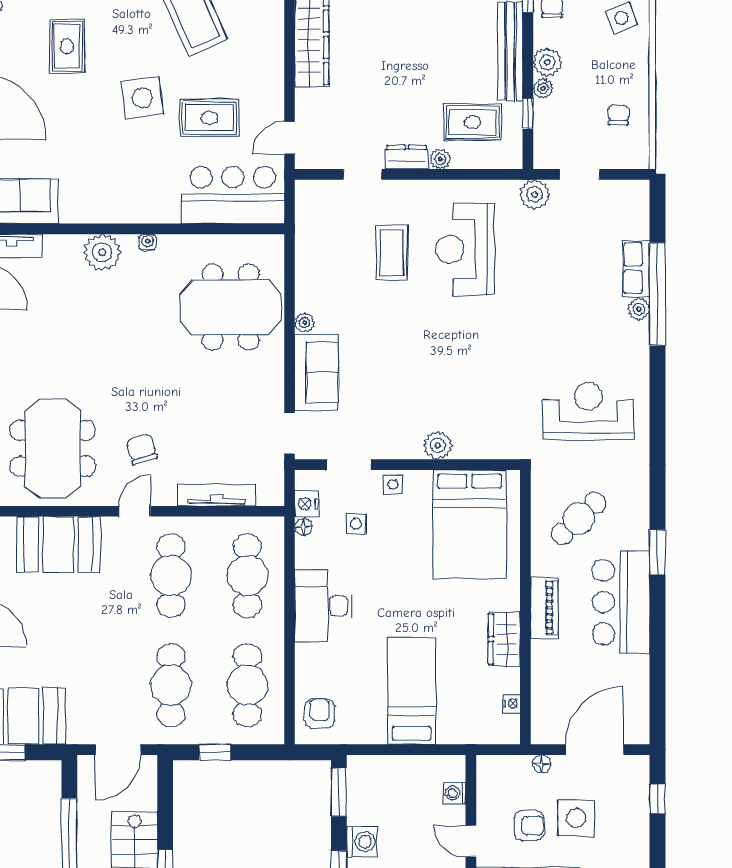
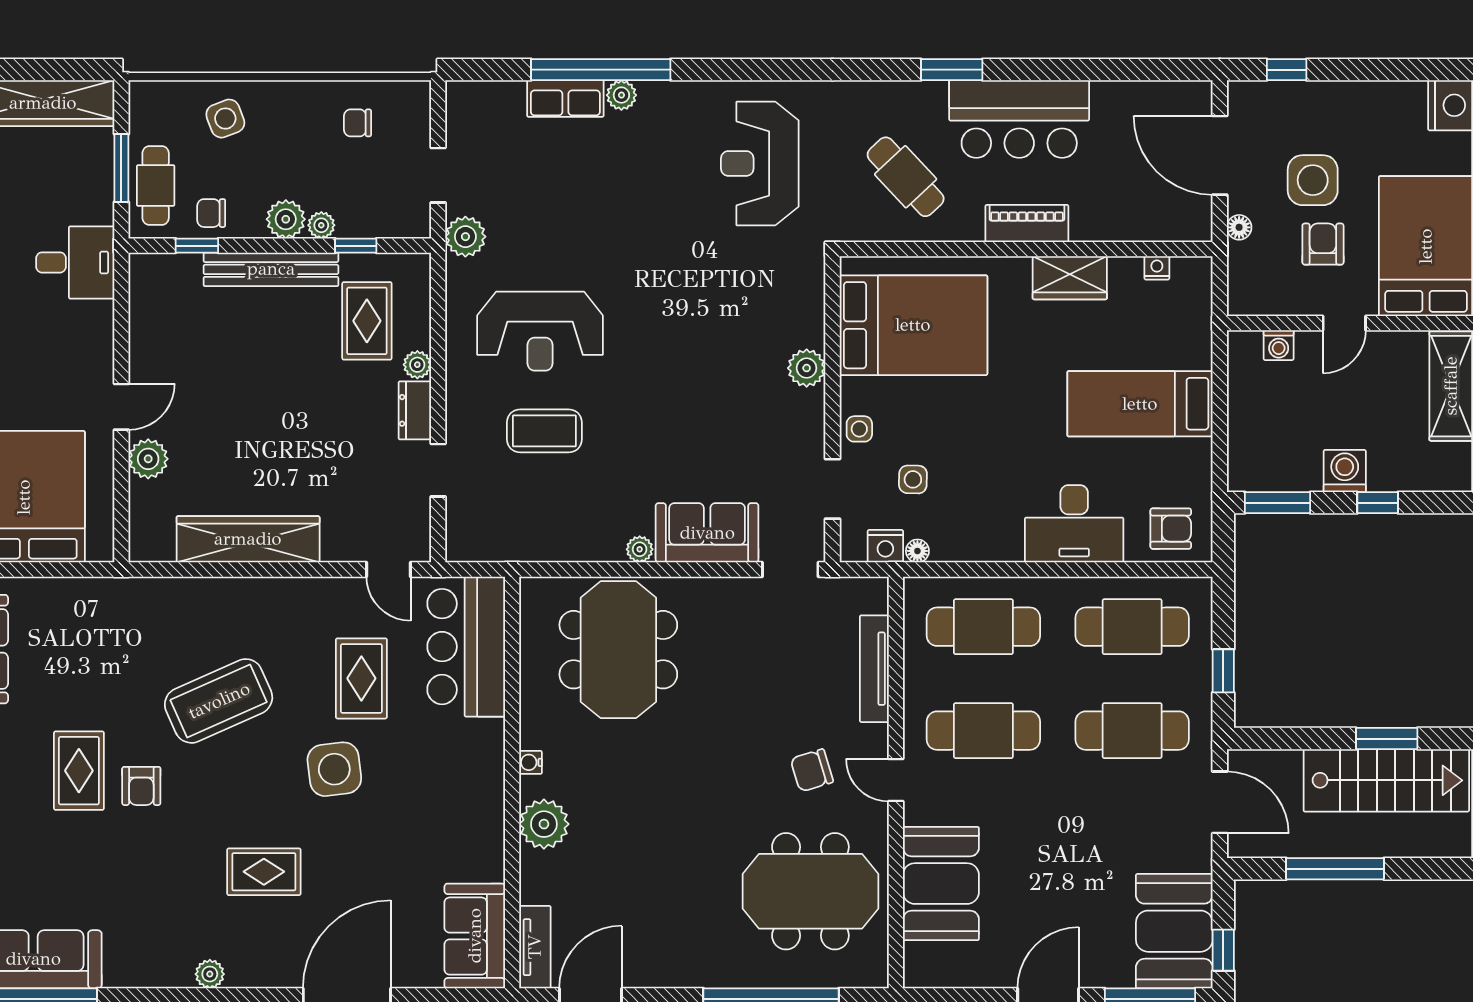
desk: (323, 606) -> (1074, 524), moved
armchair: (320, 714) -> (1171, 529), turned 180

